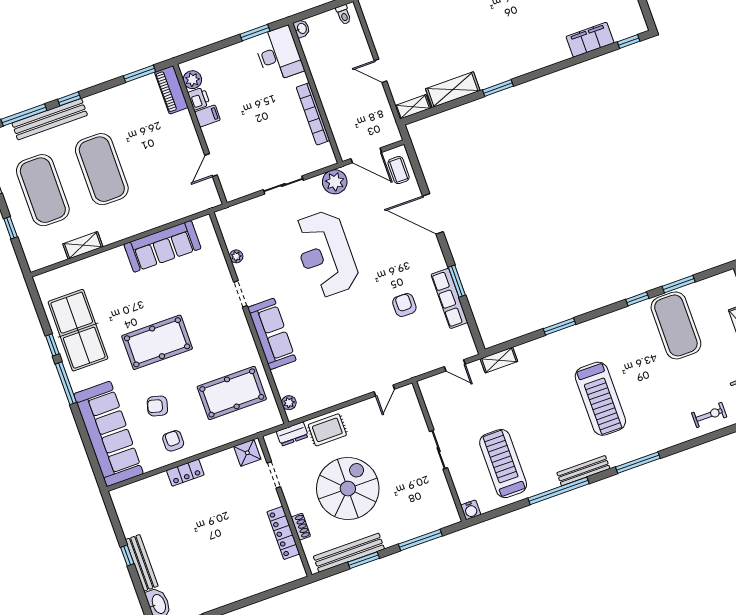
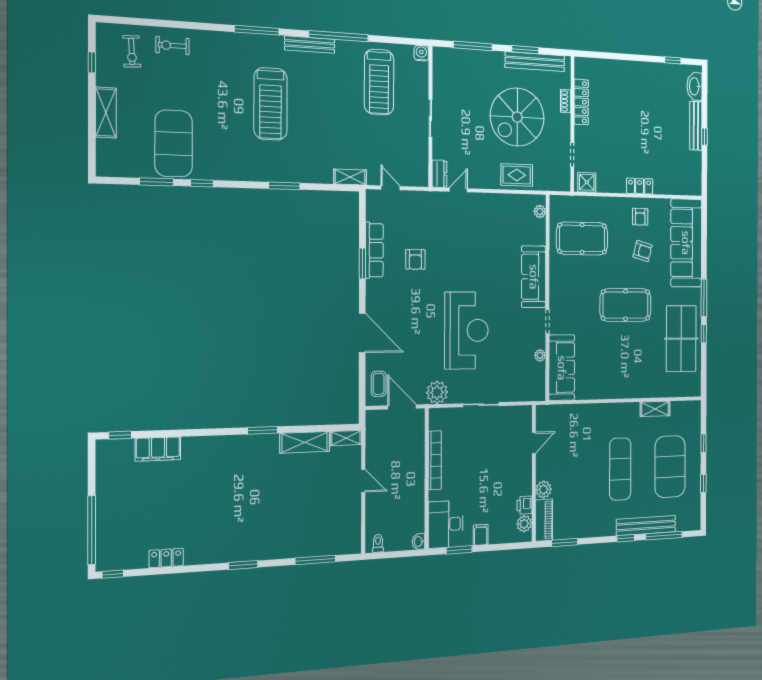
filing cabinet: (207, 116) -> (481, 535), moved, turned 90
plant: (183, 121) -> (544, 489), added
exercise mat: (102, 169) -> (620, 469), width x0.68
sofa: (162, 246) -> (562, 368), moved, turned 90
treadmill: (600, 399) -> (271, 104), turned 180
dresser: (292, 434) -> (439, 174), moved, turned 90

